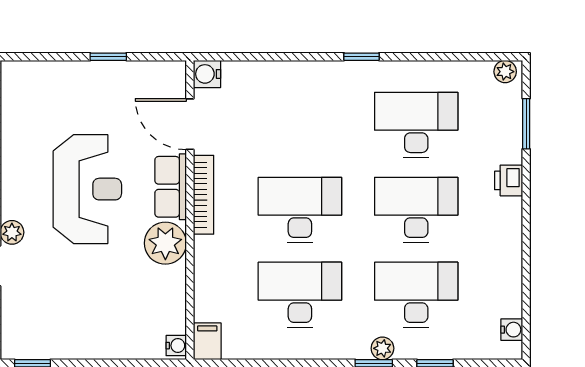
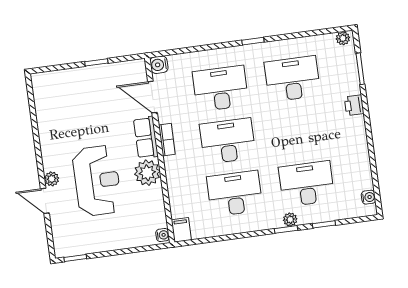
reception desk: (87, 189) -> (97, 181), moved
bookcase: (204, 195) -> (167, 140), width x0.64
desk: (416, 210) -> (221, 88), moved

